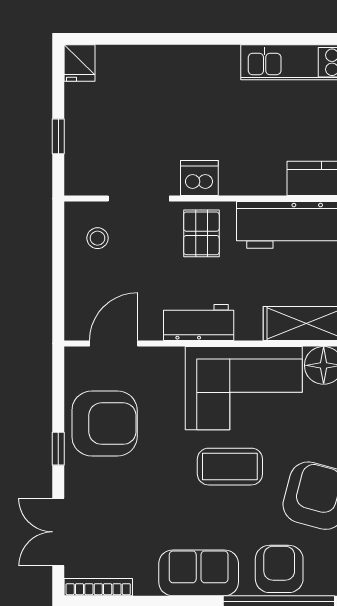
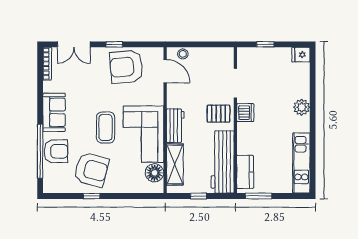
plant: (188, 62) -> (302, 107), added
stool: (98, 238) -> (183, 54), moved
workbench: (199, 322) -> (175, 126), moved
armchair: (105, 424) -> (126, 67), turned 85
double door: (58, 532) -> (74, 44), swing flipped

